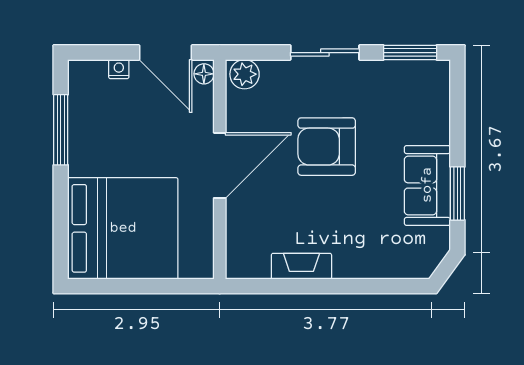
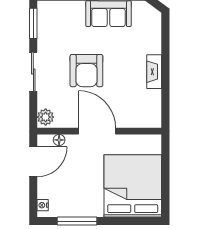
nightstand: (119, 69) -> (43, 205), moved
floor lamp: (204, 74) -> (59, 140), moved
fireplace: (301, 266) -> (154, 72), moved

